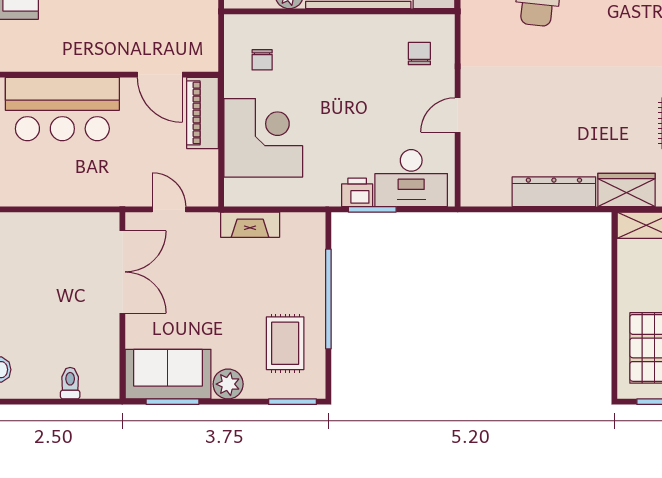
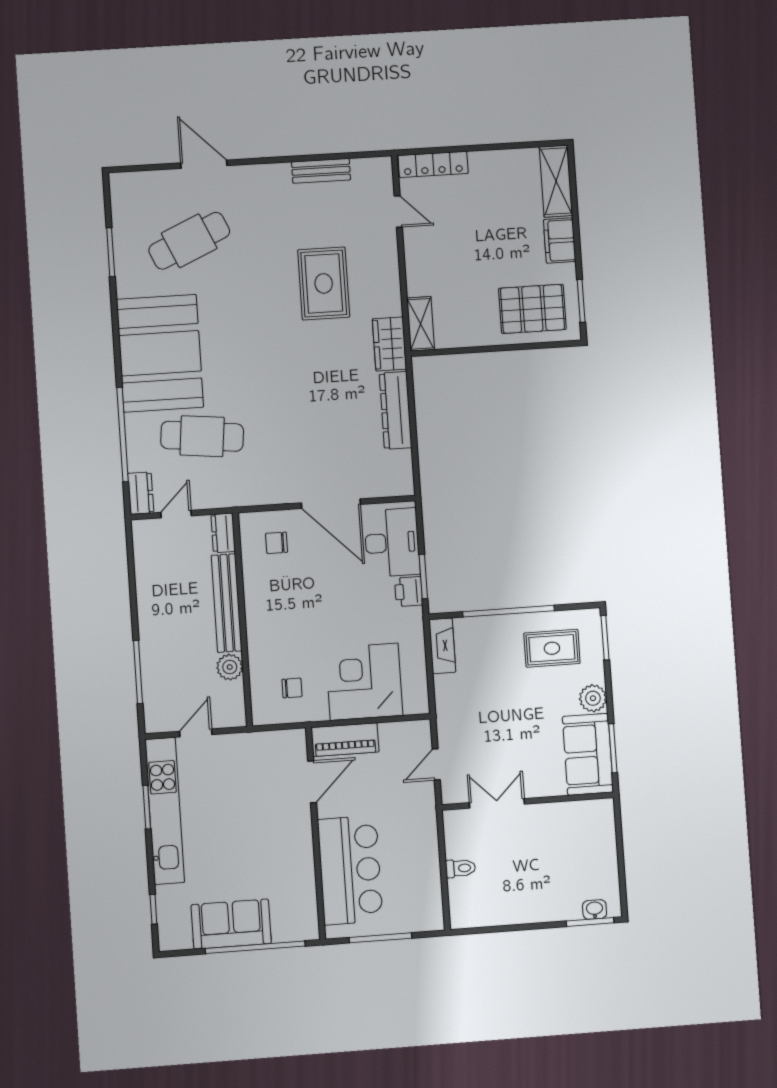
door: (458, 115) -> (331, 504), width x1.87
fireplace: (250, 225) -> (442, 646), moved
double door: (122, 272) -> (497, 803), width x0.73
toilet: (70, 383) -> (460, 868), moved, turned 180

